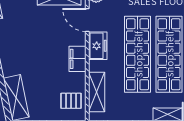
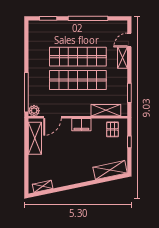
freezer: (98, 46) -> (72, 110), removed

